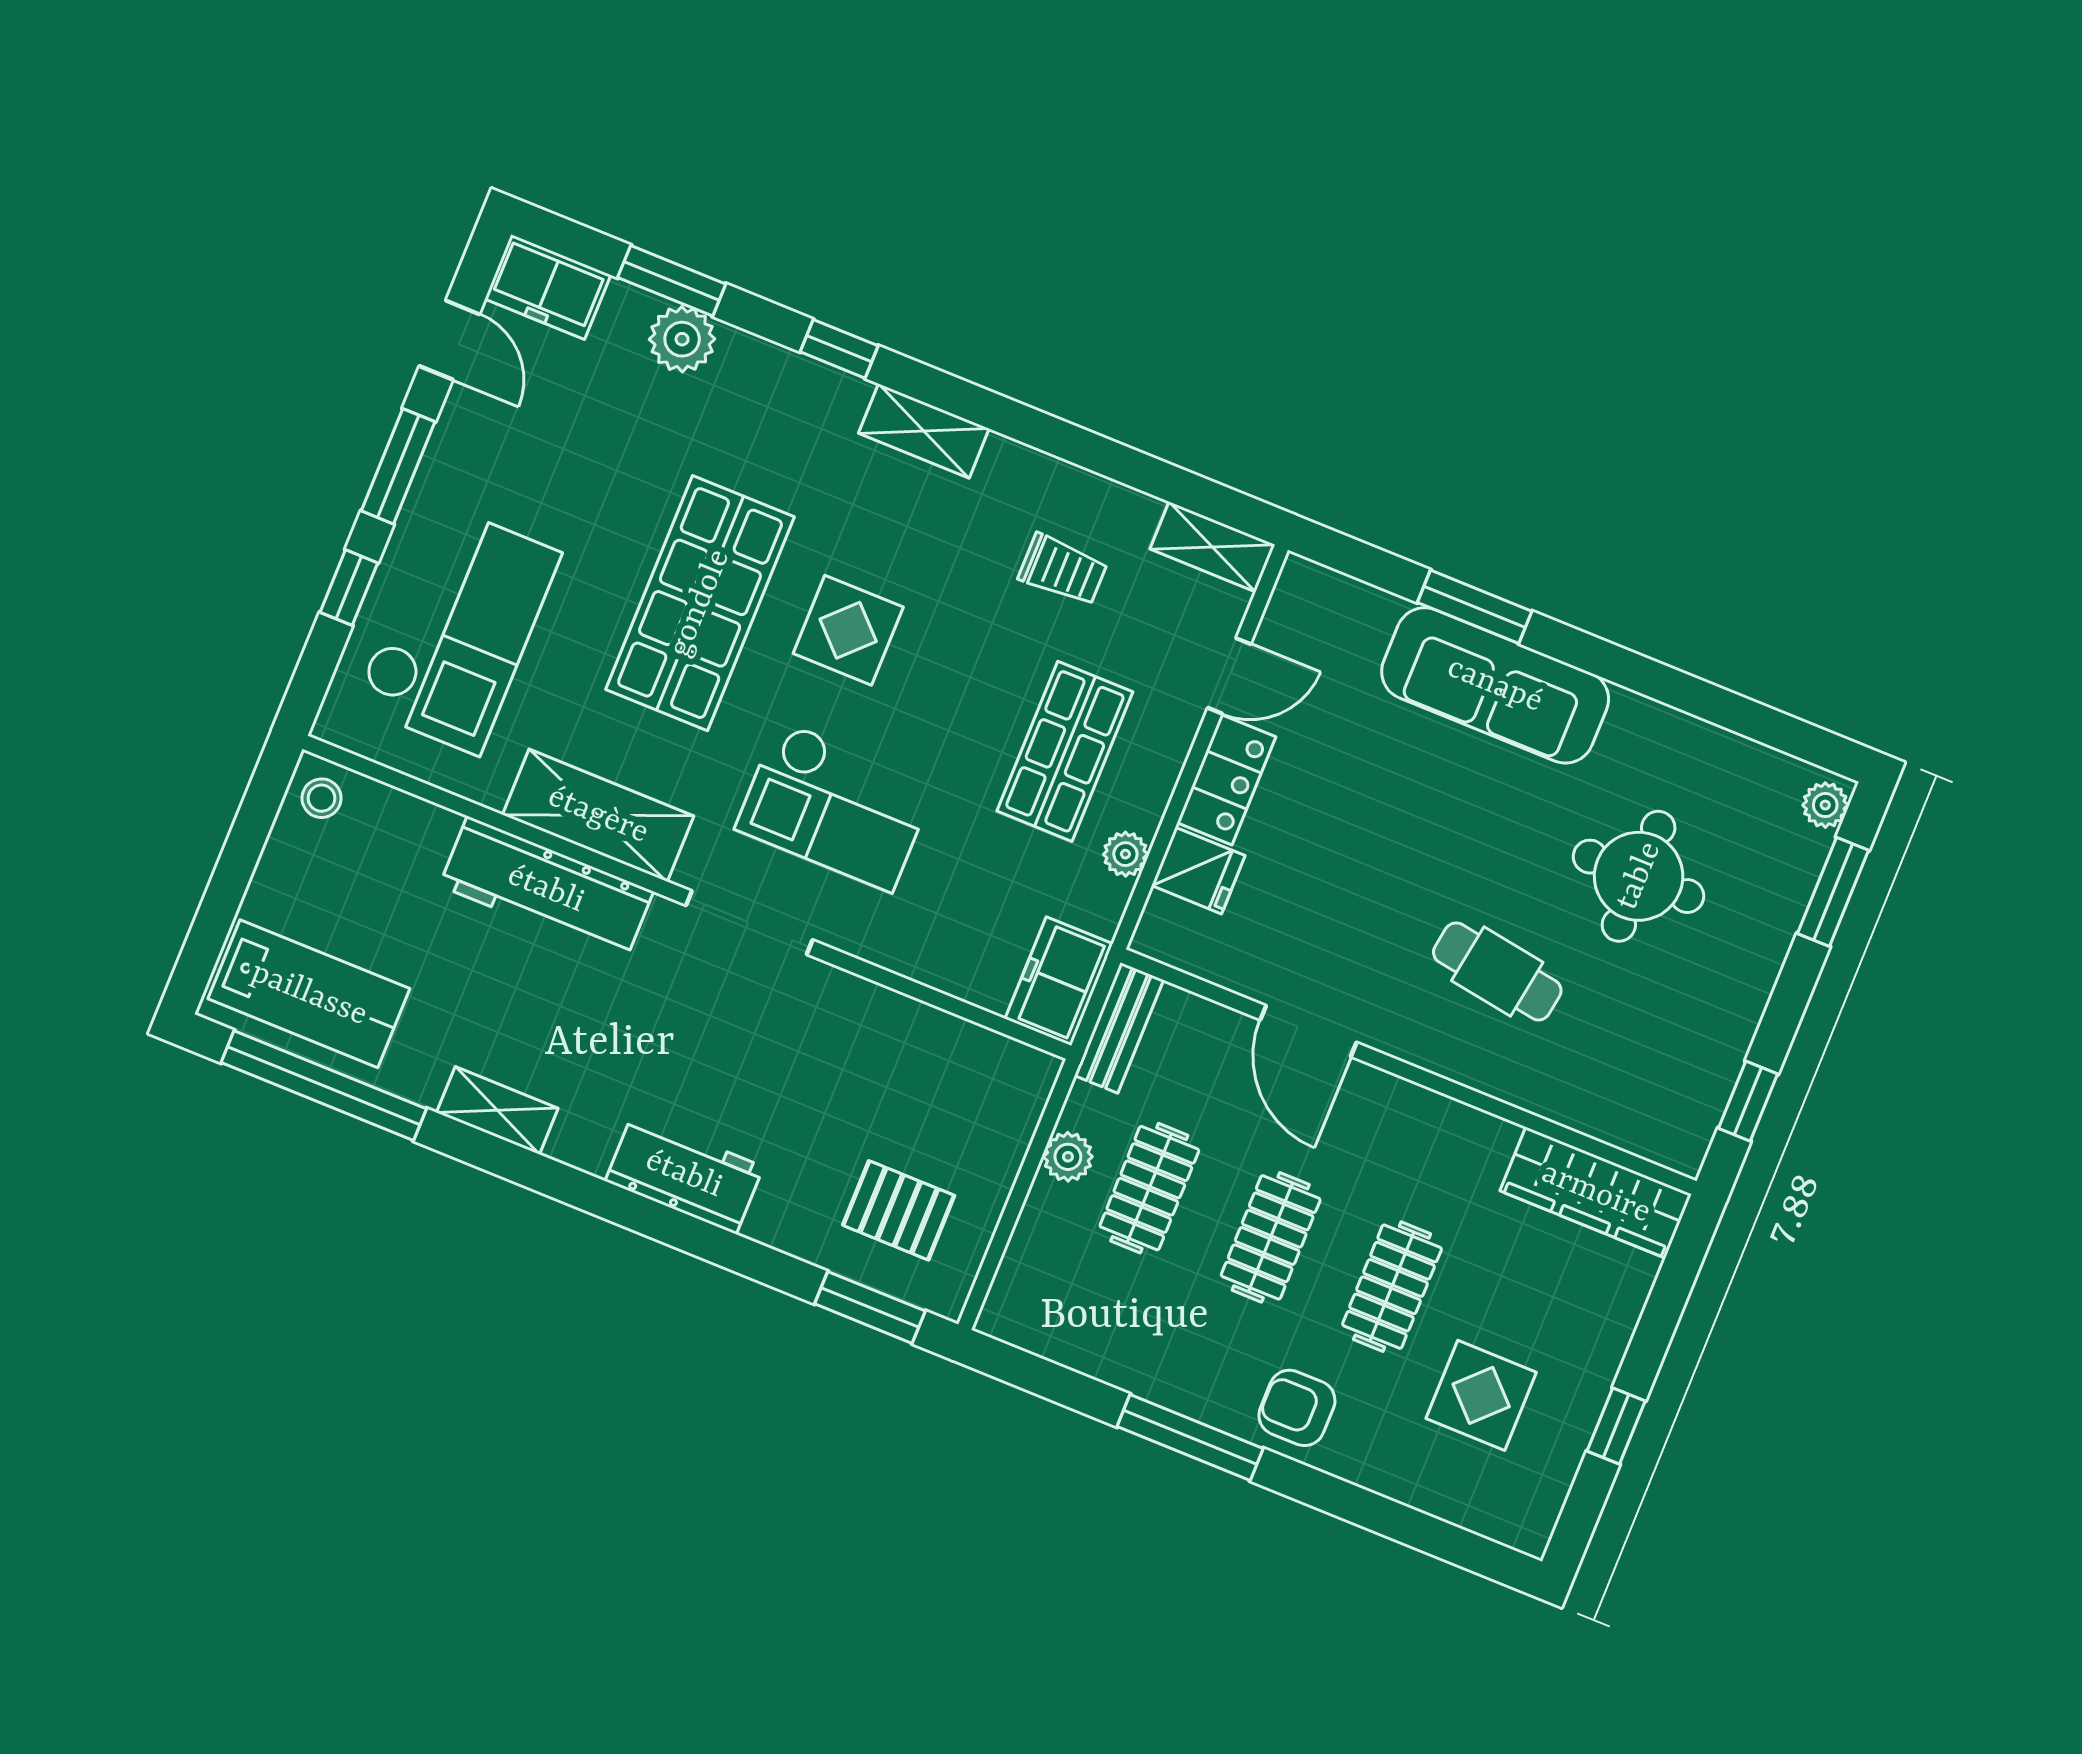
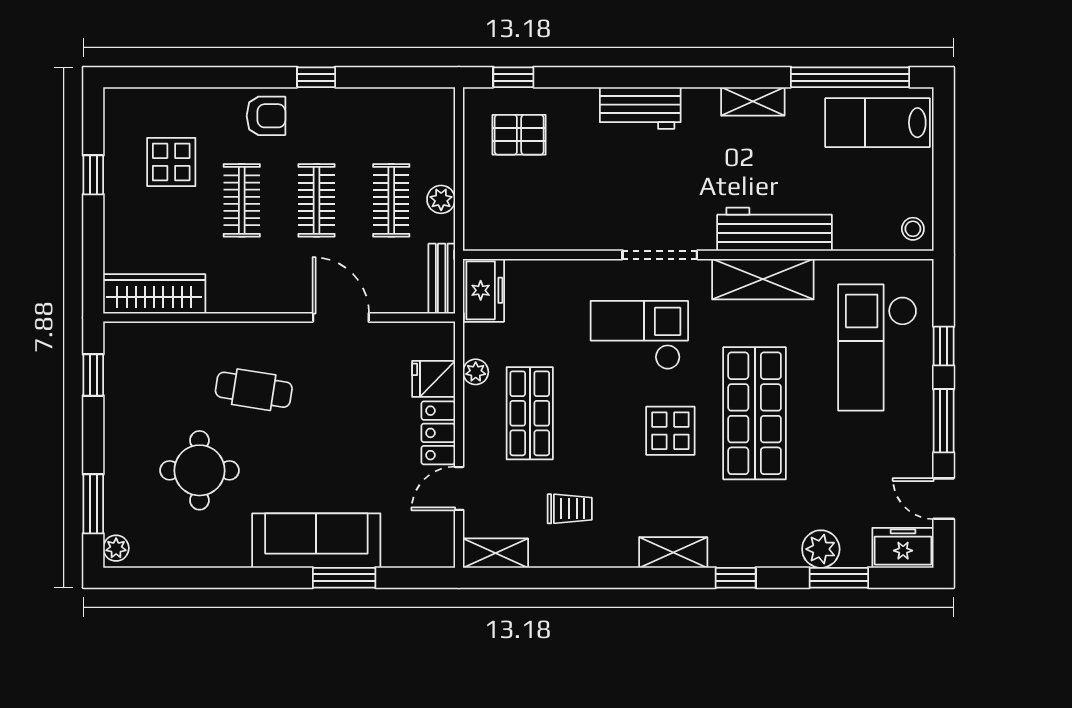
trolley: (1063, 570) -> (570, 509), turned 180
window: (870, 1307) -> (513, 77), width x0.67
window: (1190, 1437) -> (316, 77), width x0.46

